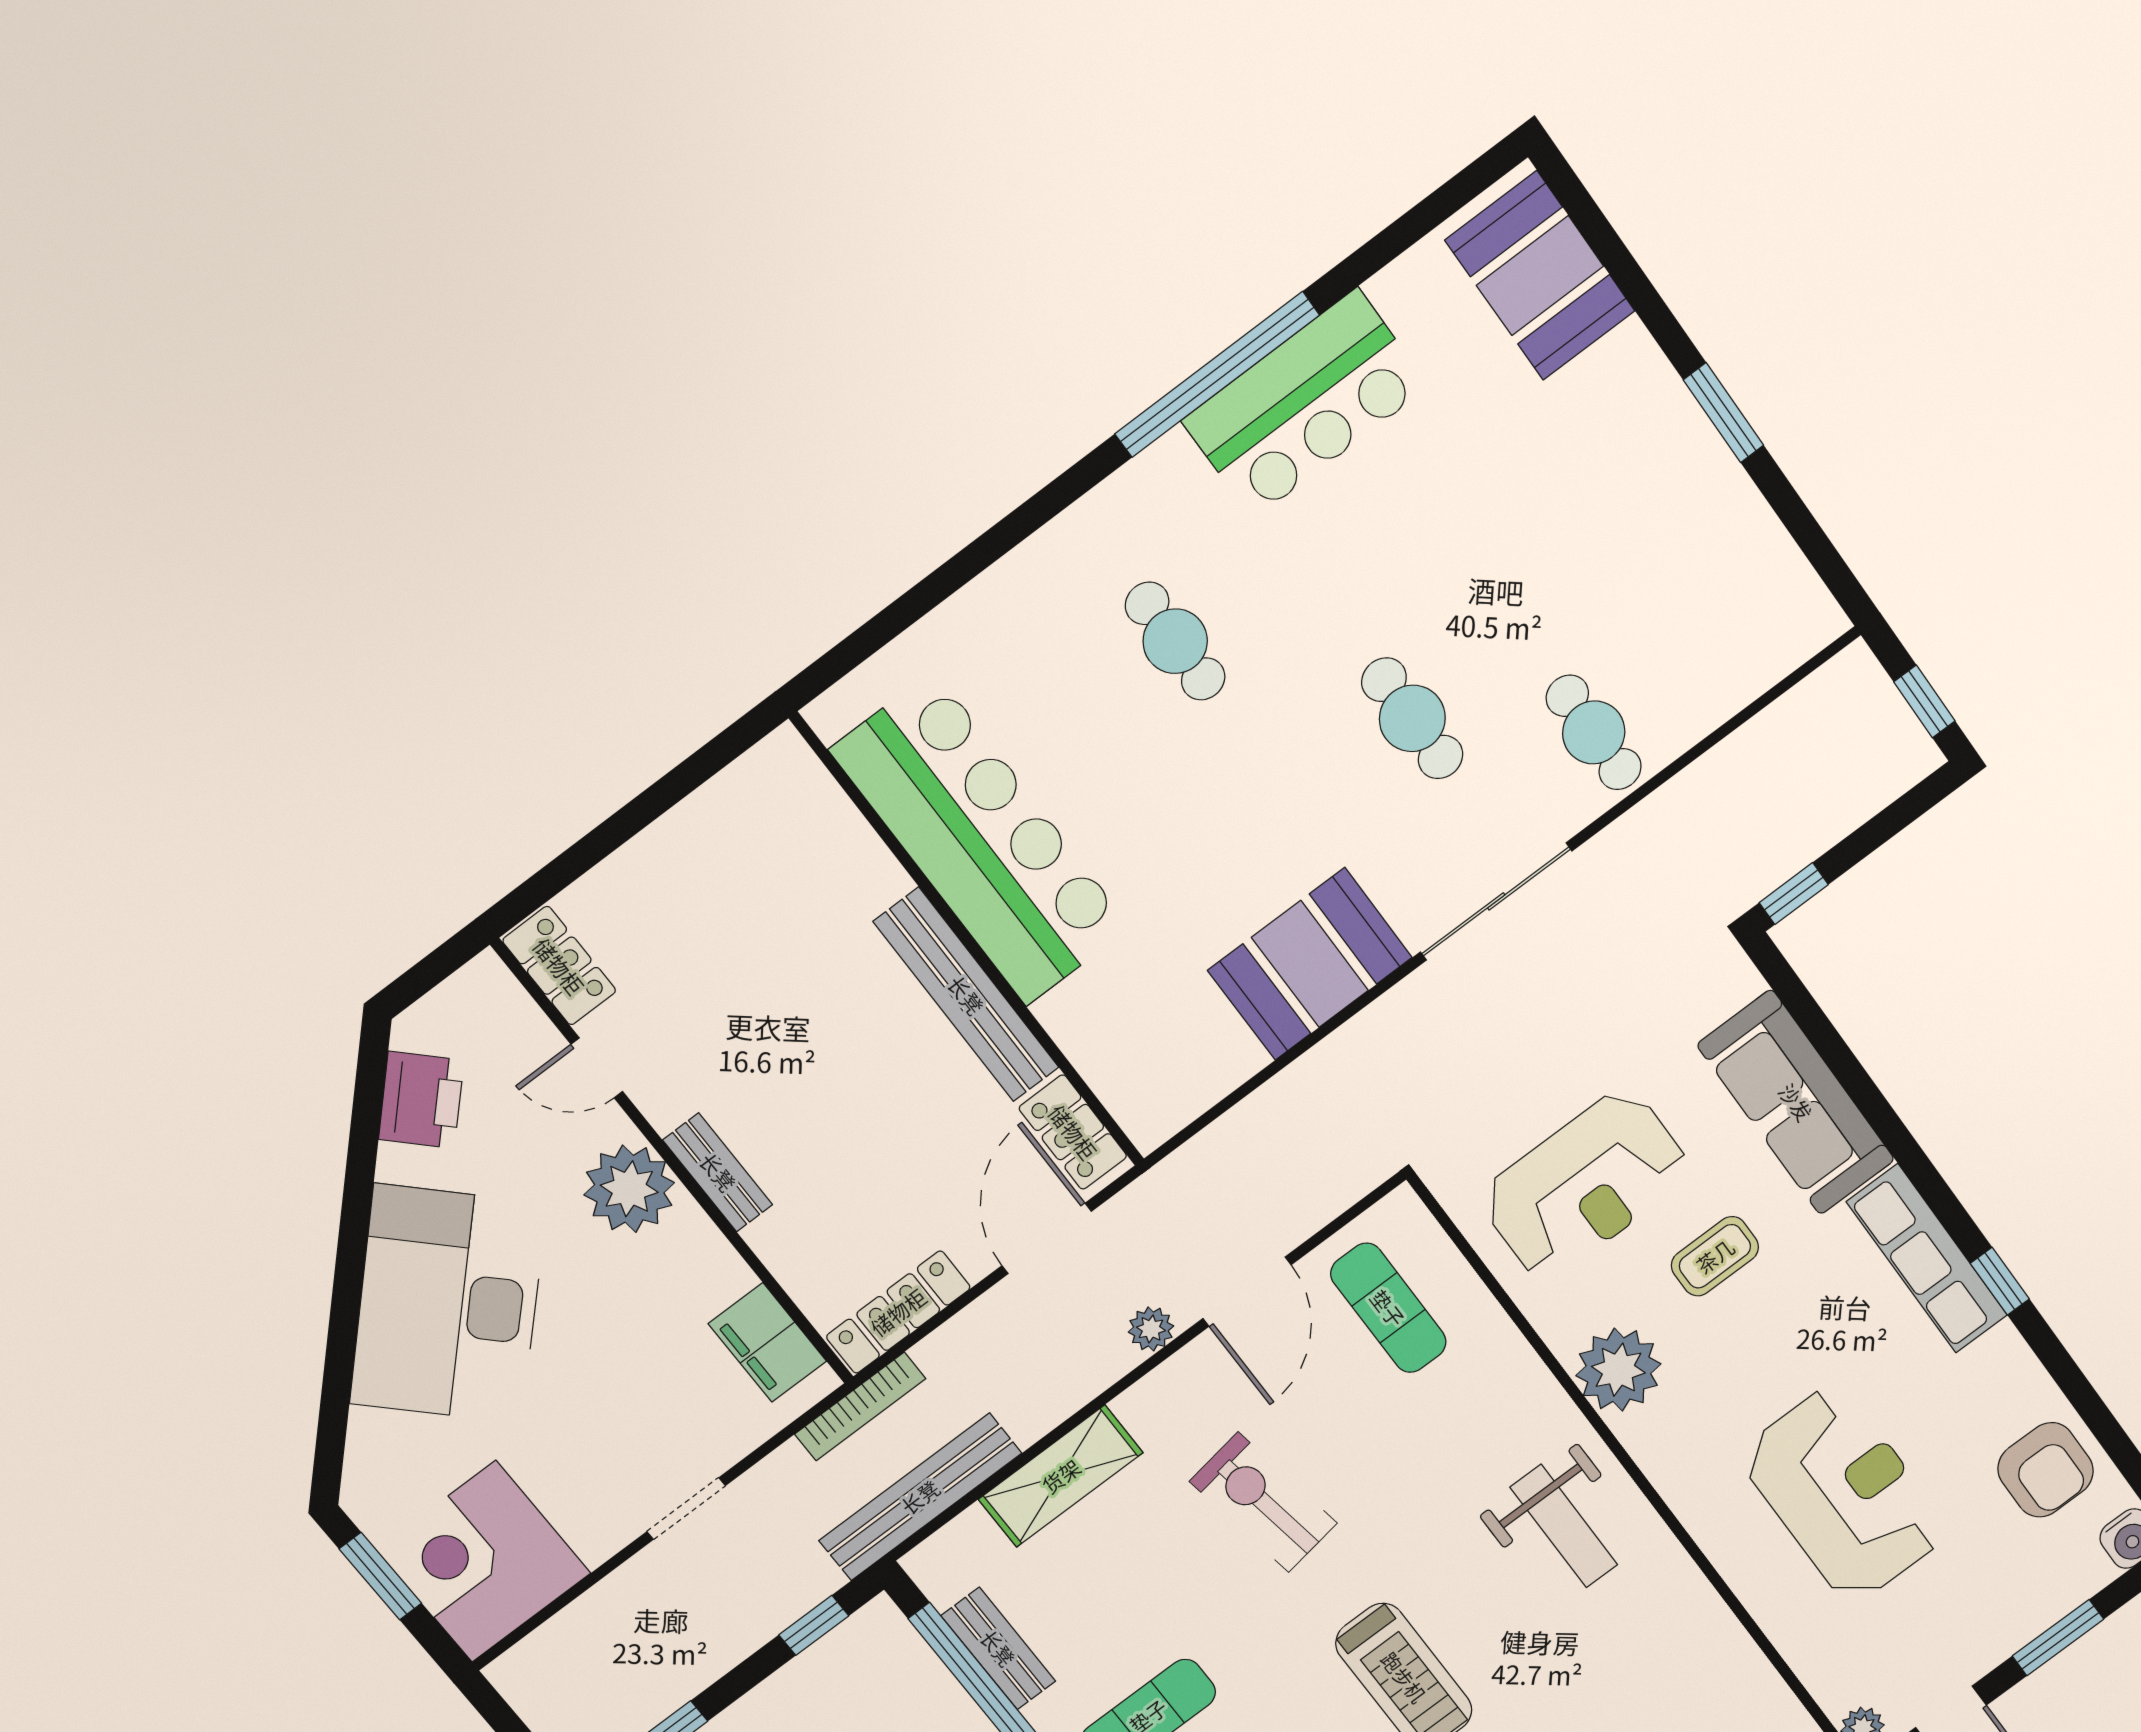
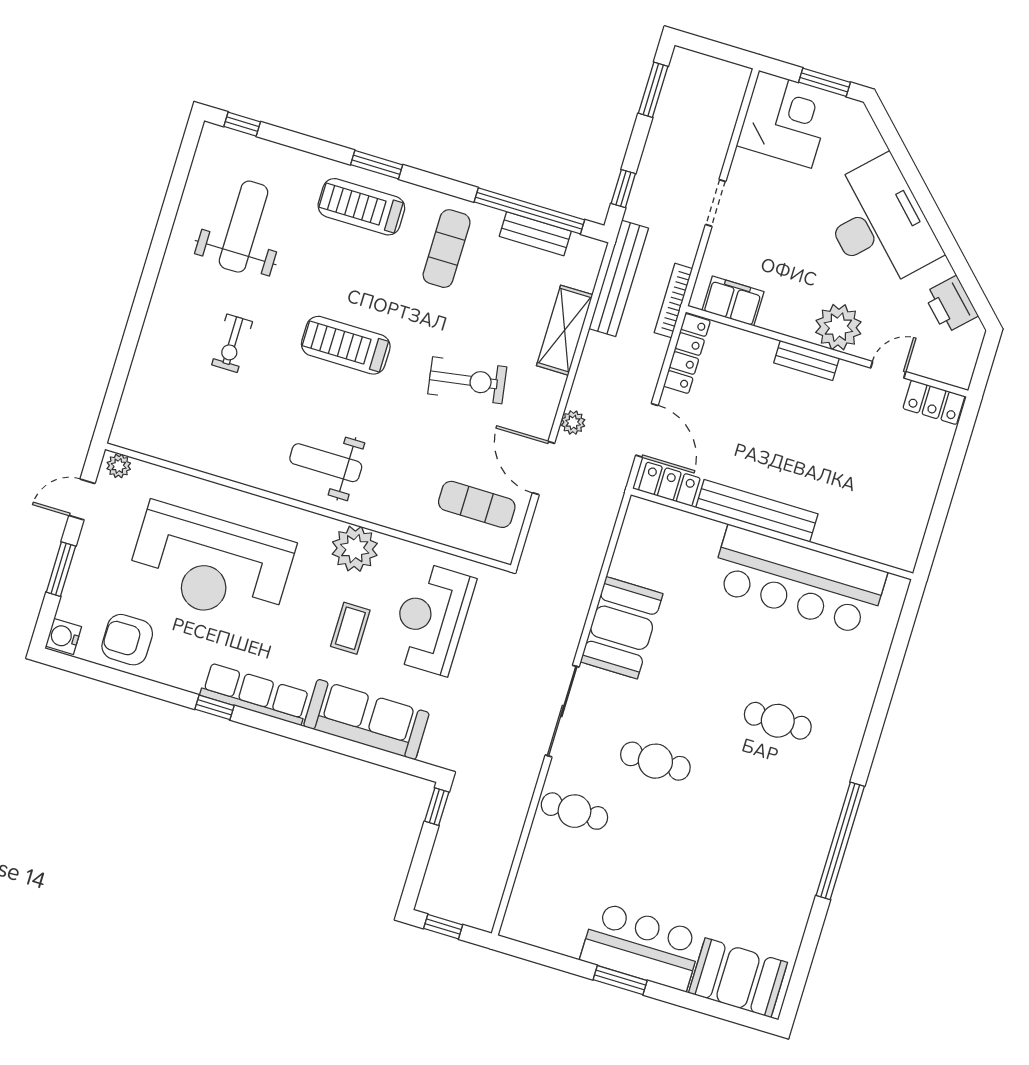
bar counter: (1305, 404) -> (642, 946), moved, turned 90
reception desk: (1844, 1494) -> (211, 565), width x1.36, depth x1.30

